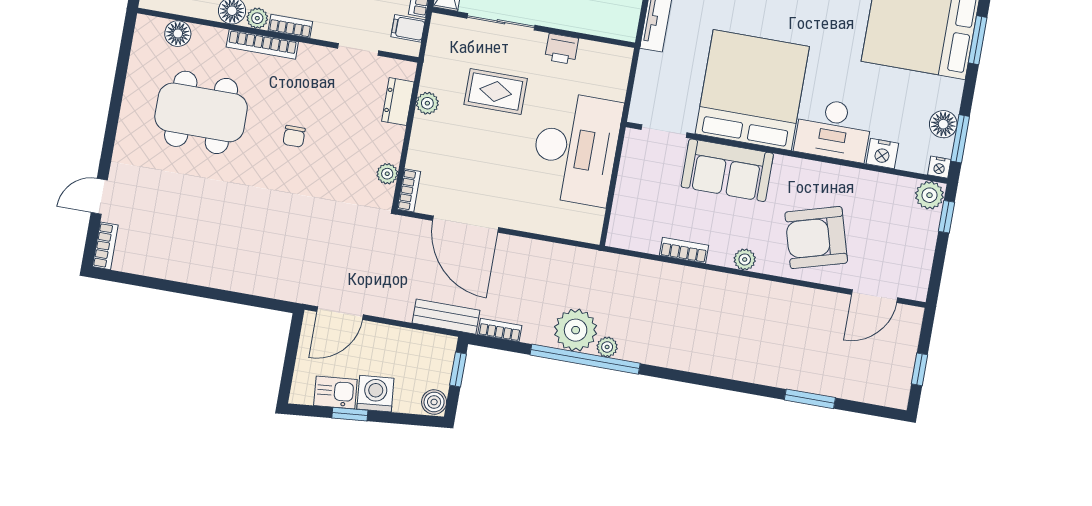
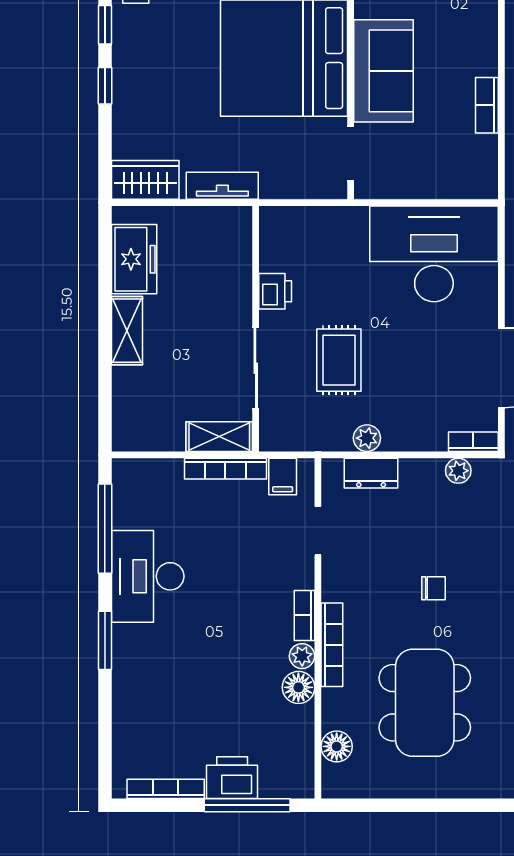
desk: (576, 149) -> (434, 254), moved
plant: (745, 259) -> (485, 32), removed

